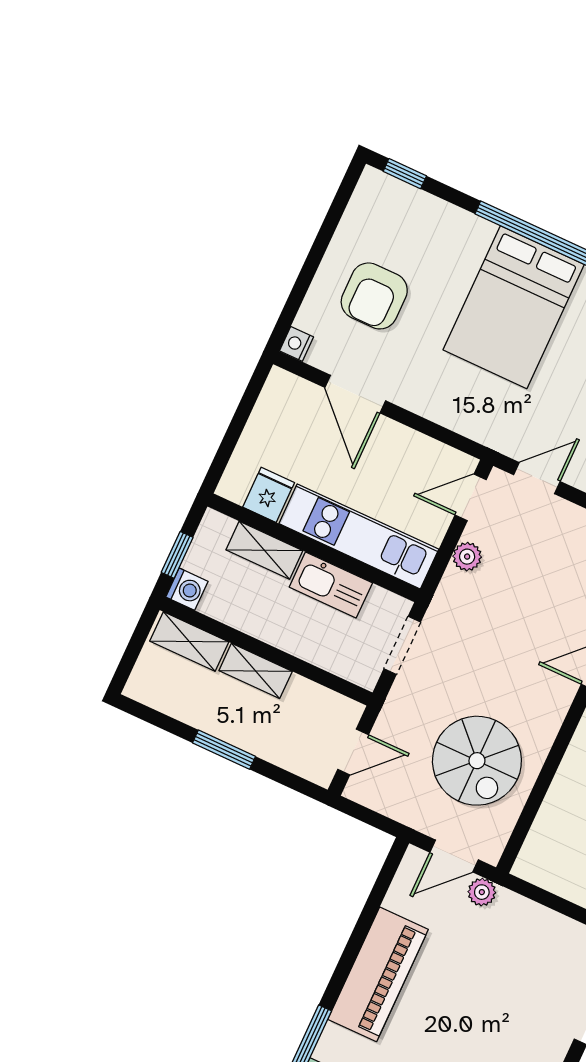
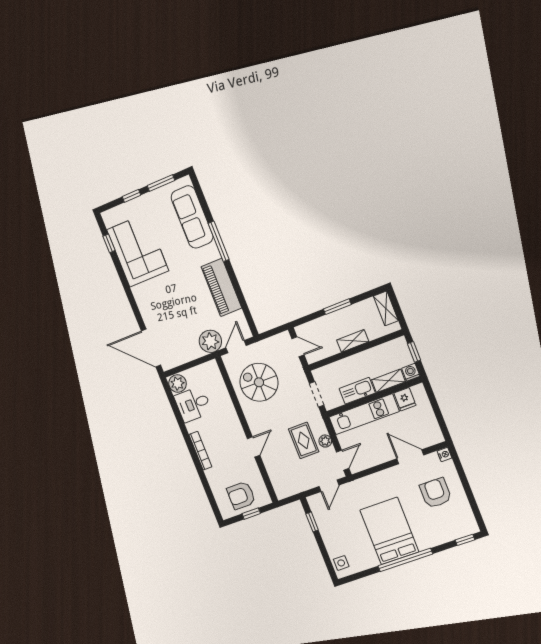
washing machine: (187, 589) -> (411, 372), moved, turned 90
rug: (502, 593) -> (304, 440), added
shelving: (189, 642) -> (386, 308), moved, turned 90
door: (353, 752) -> (298, 347), swing flipped
plant: (482, 892) -> (210, 341), width x1.87, depth x1.87

